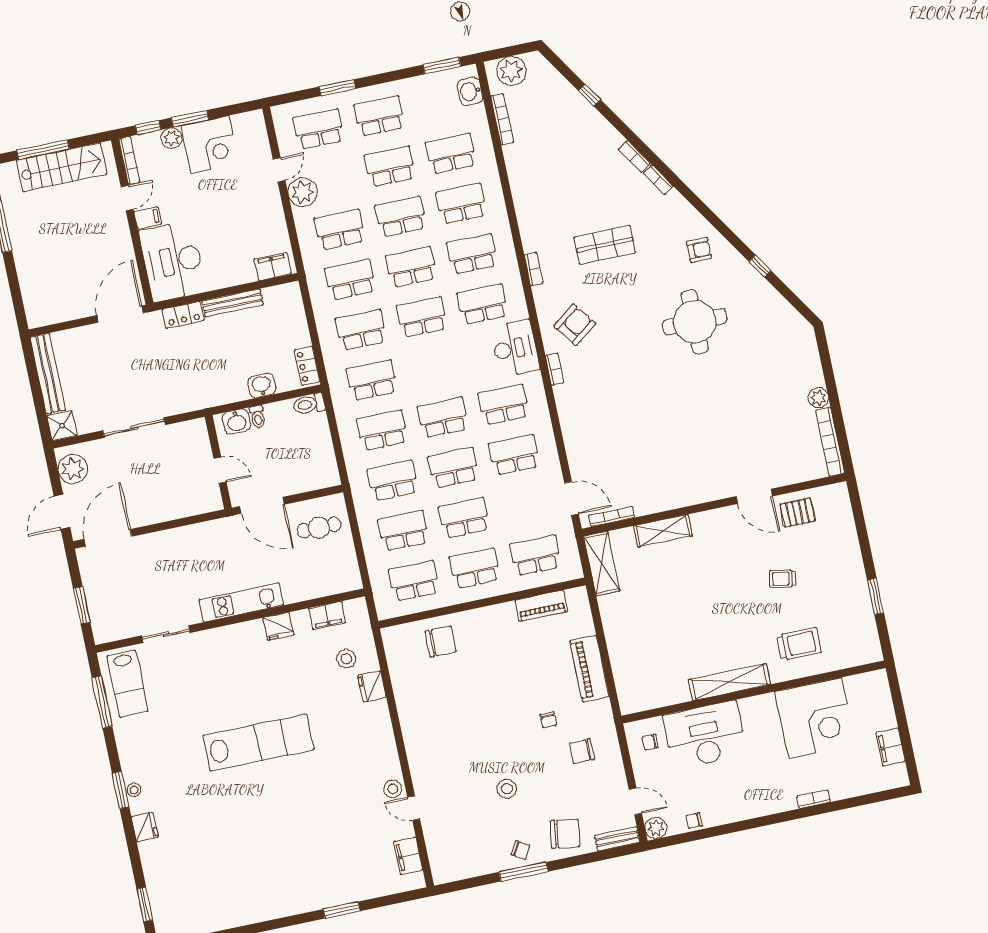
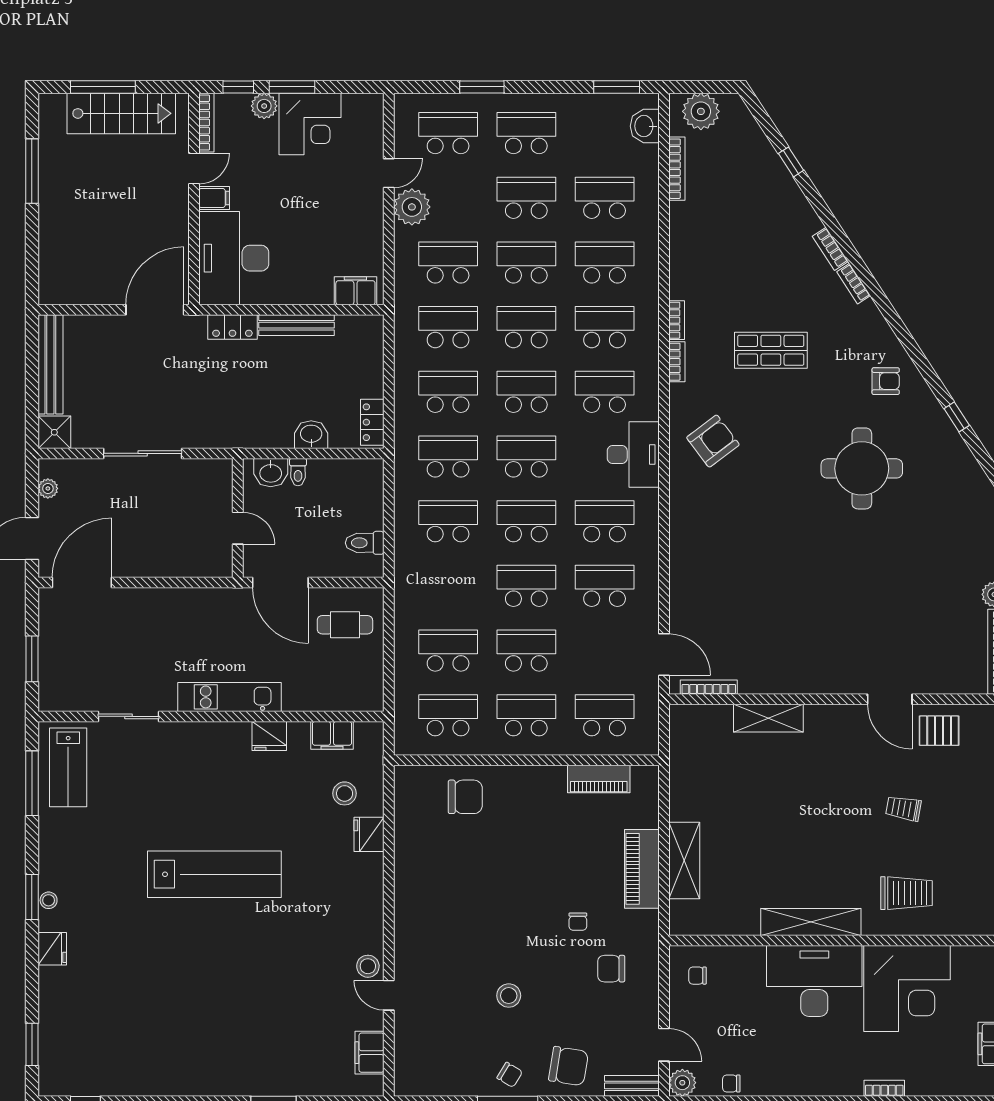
bookcase: (555, 369) -> (677, 320), moved
toilet: (309, 404) -> (365, 543), moved
plant: (73, 469) -> (48, 488), width x0.53, depth x0.53
school desk: (393, 481) -> (526, 457), moved
shelving: (602, 564) -> (684, 860), moved
desk: (705, 735) -> (814, 981), moved

